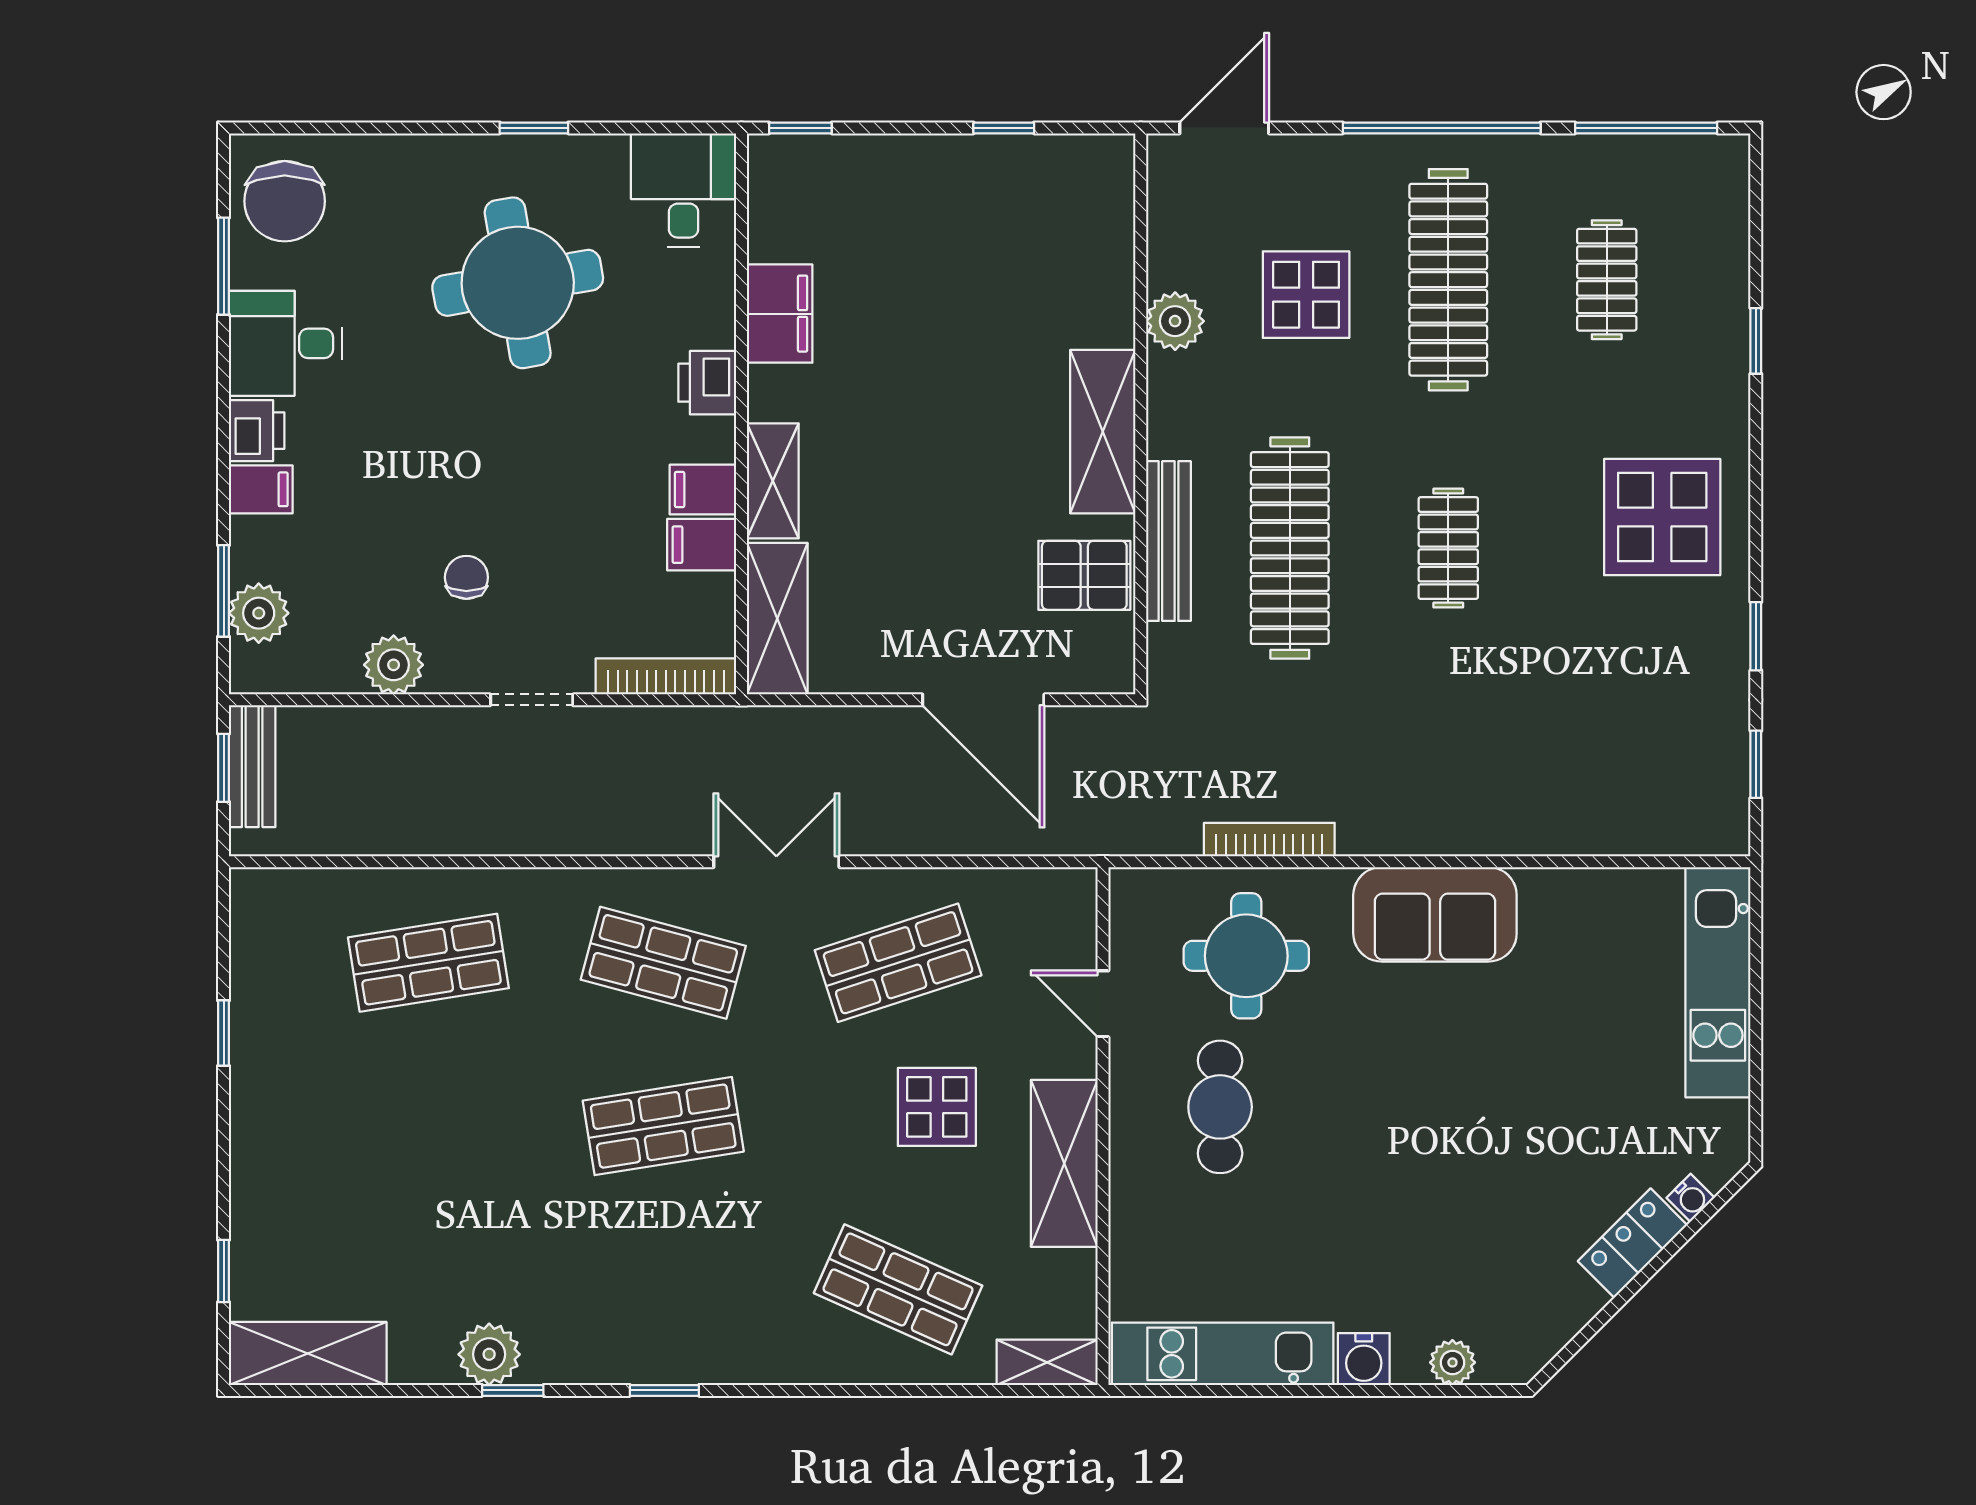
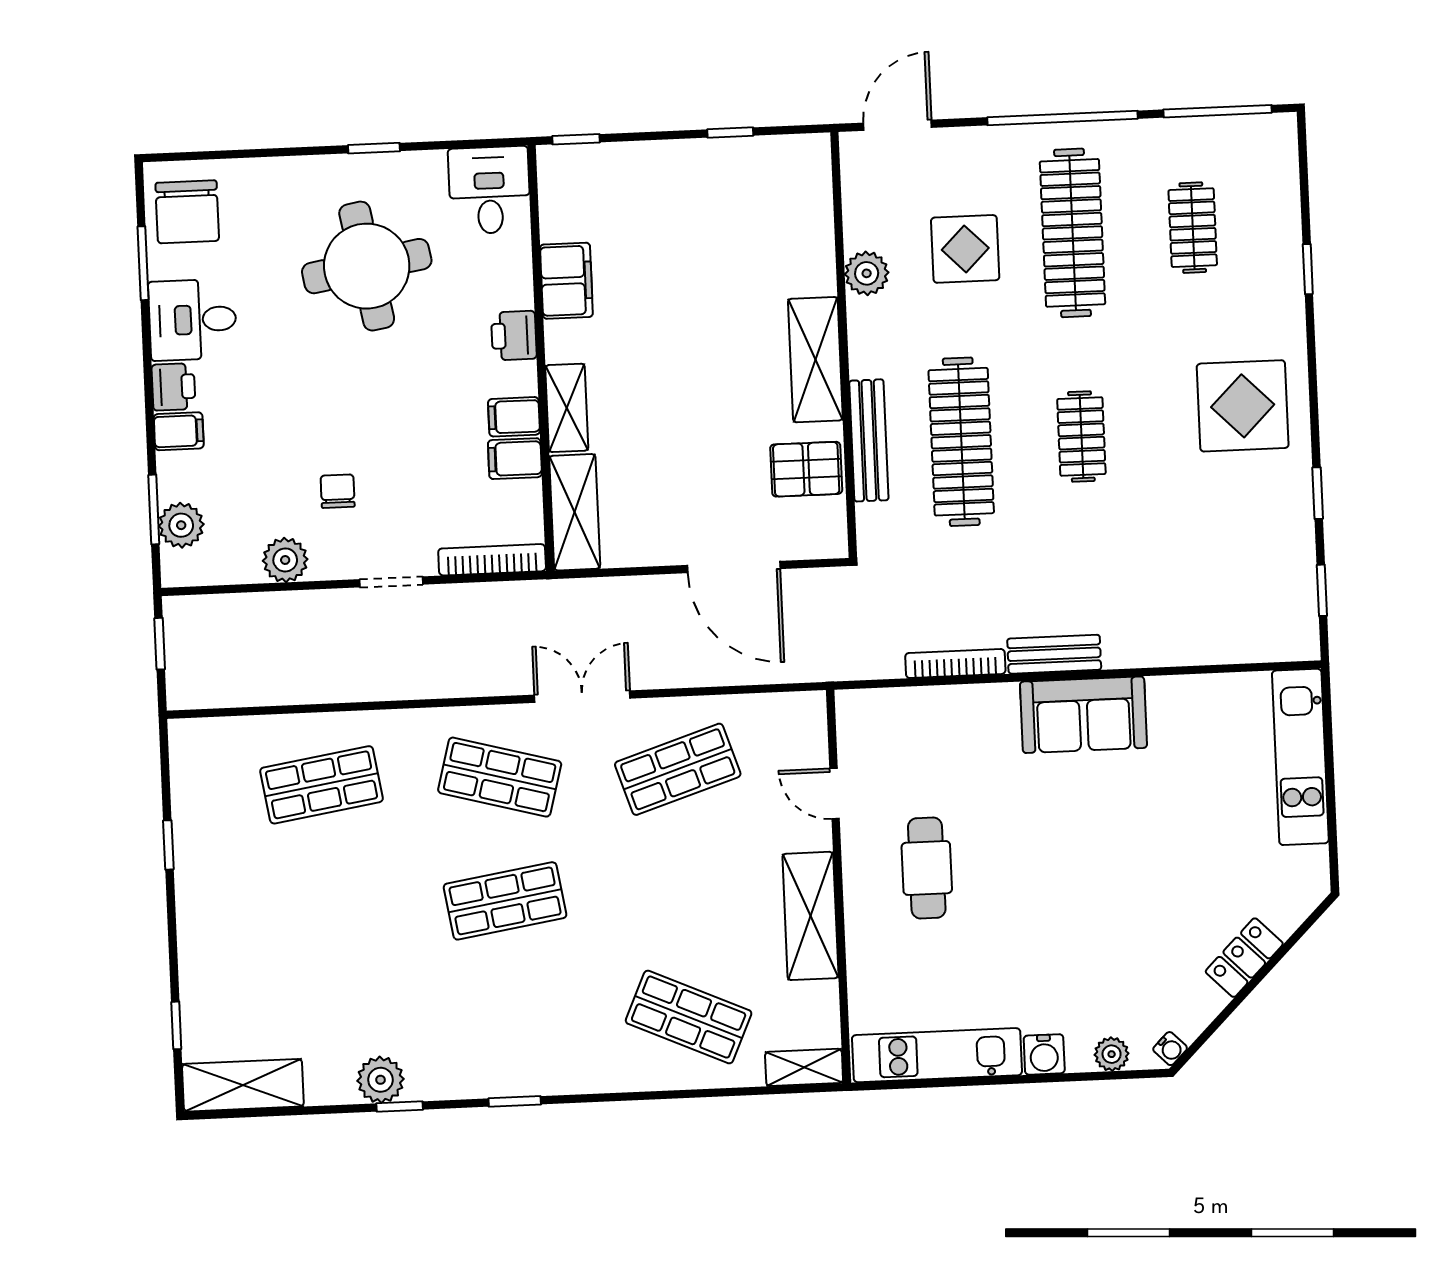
bench: (252, 766) -> (1054, 654), moved, turned 90
round table: (1246, 956) -> (942, 752), removed
display table: (937, 1107) -> (712, 877), removed
water cooler: (1691, 1198) -> (1170, 1049), moved

